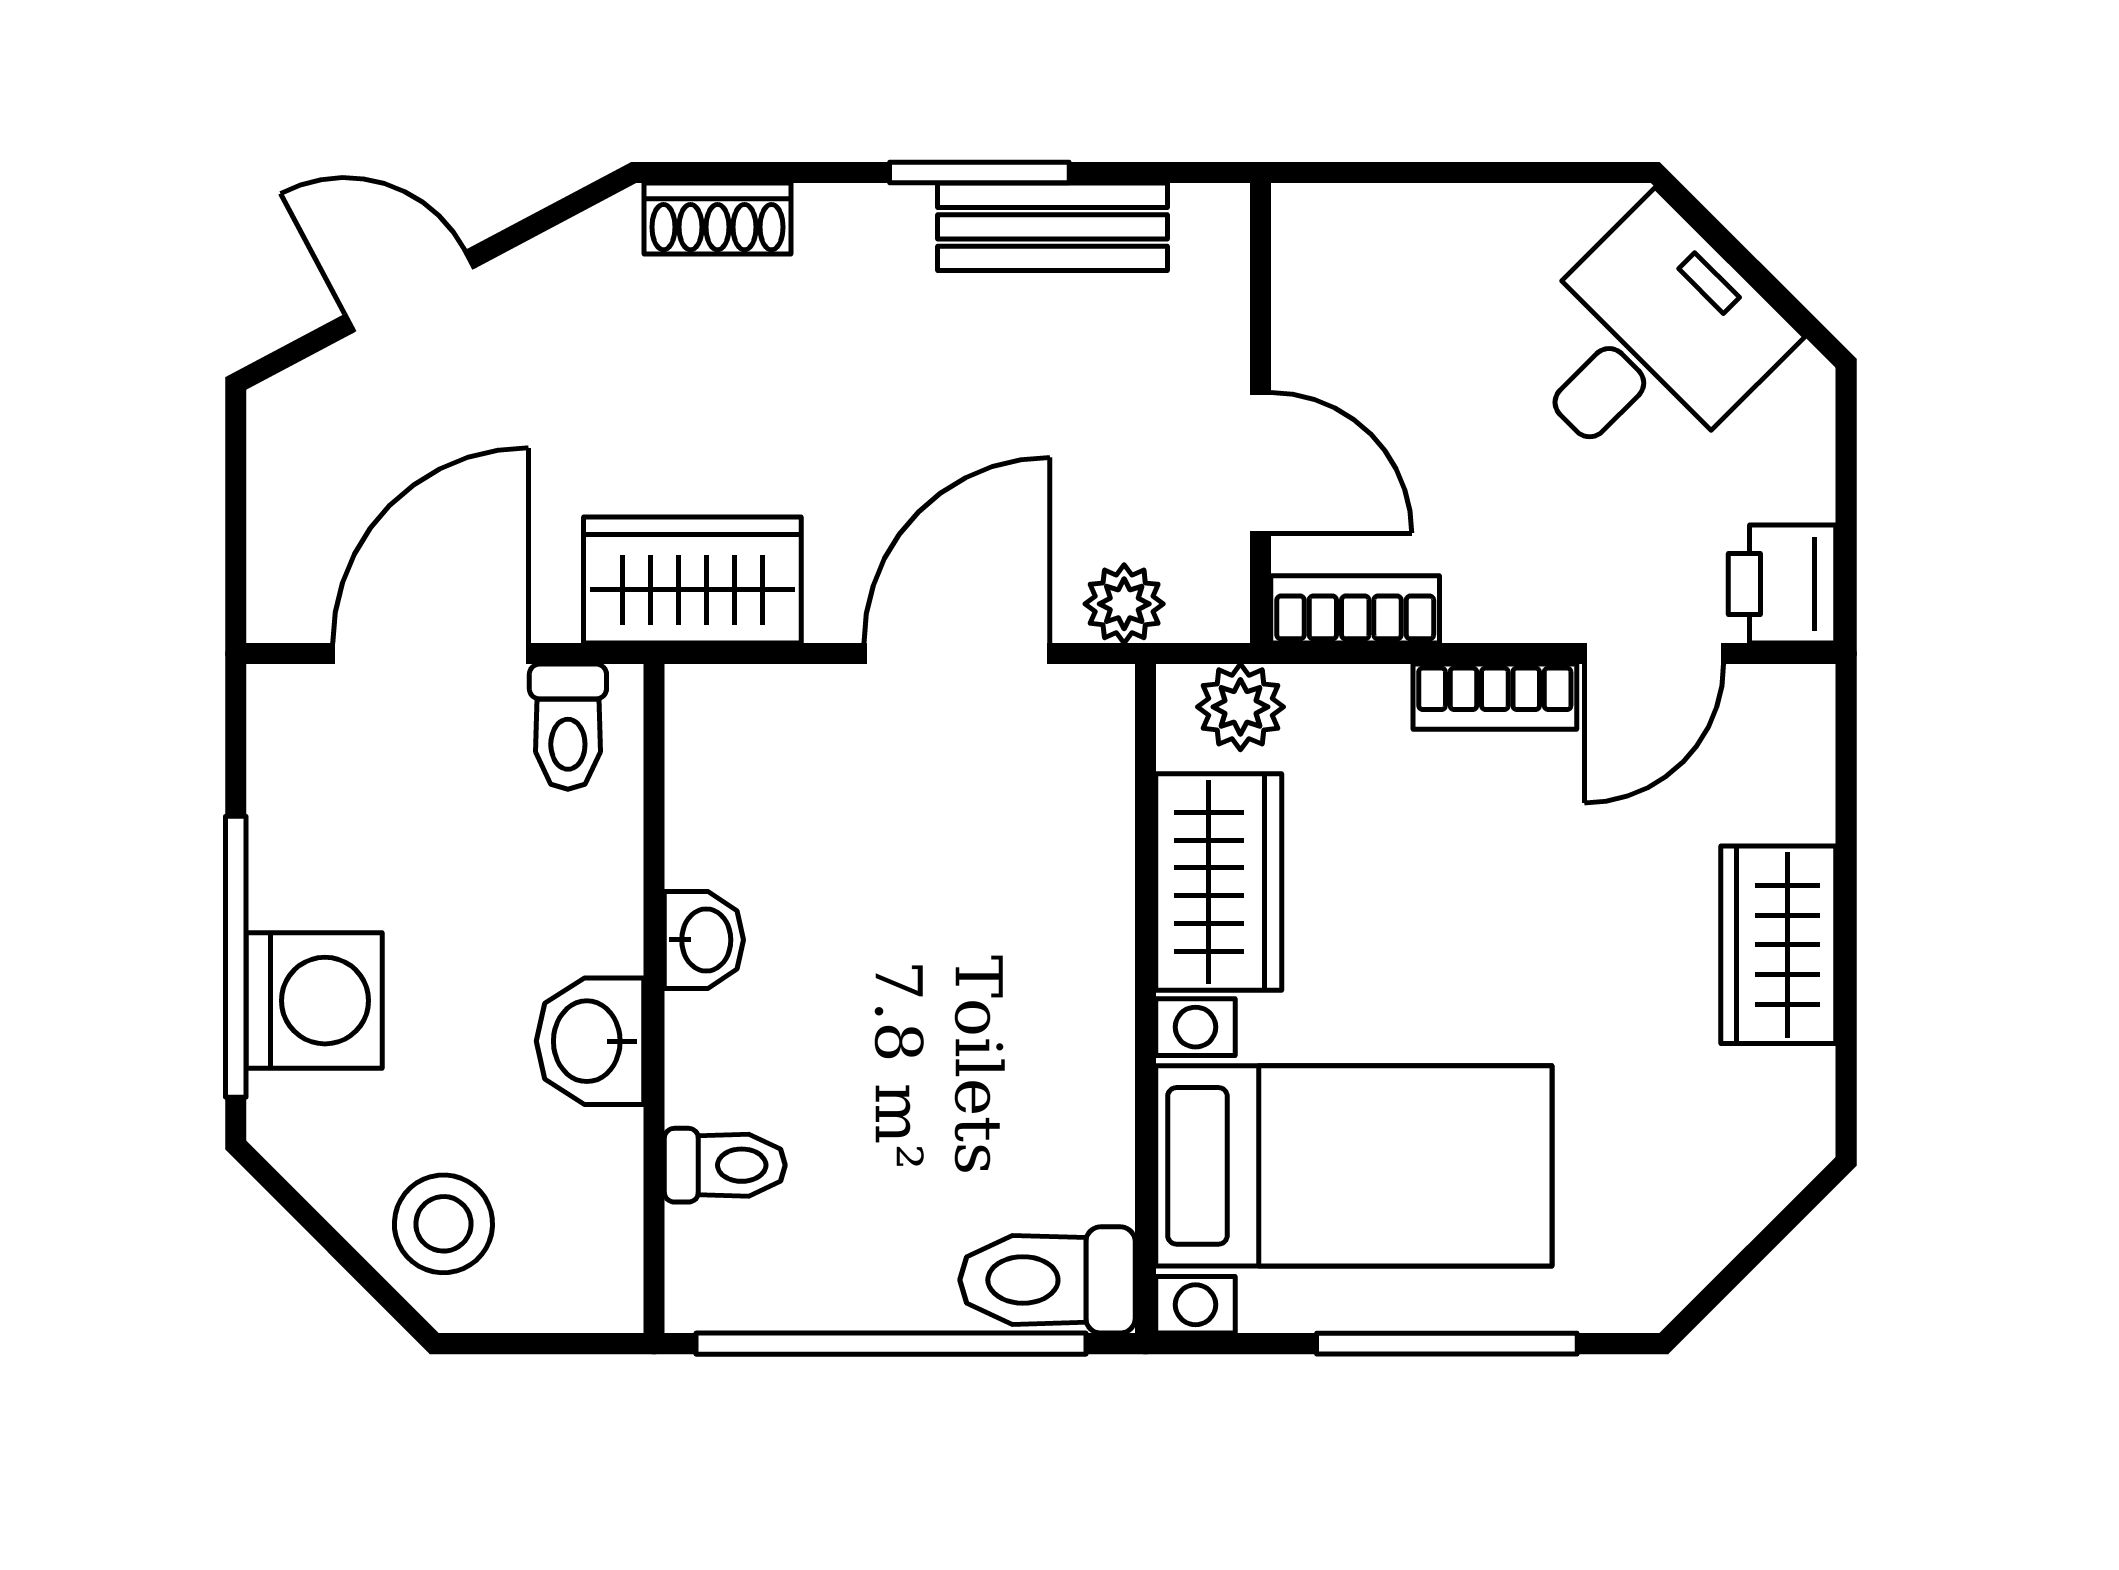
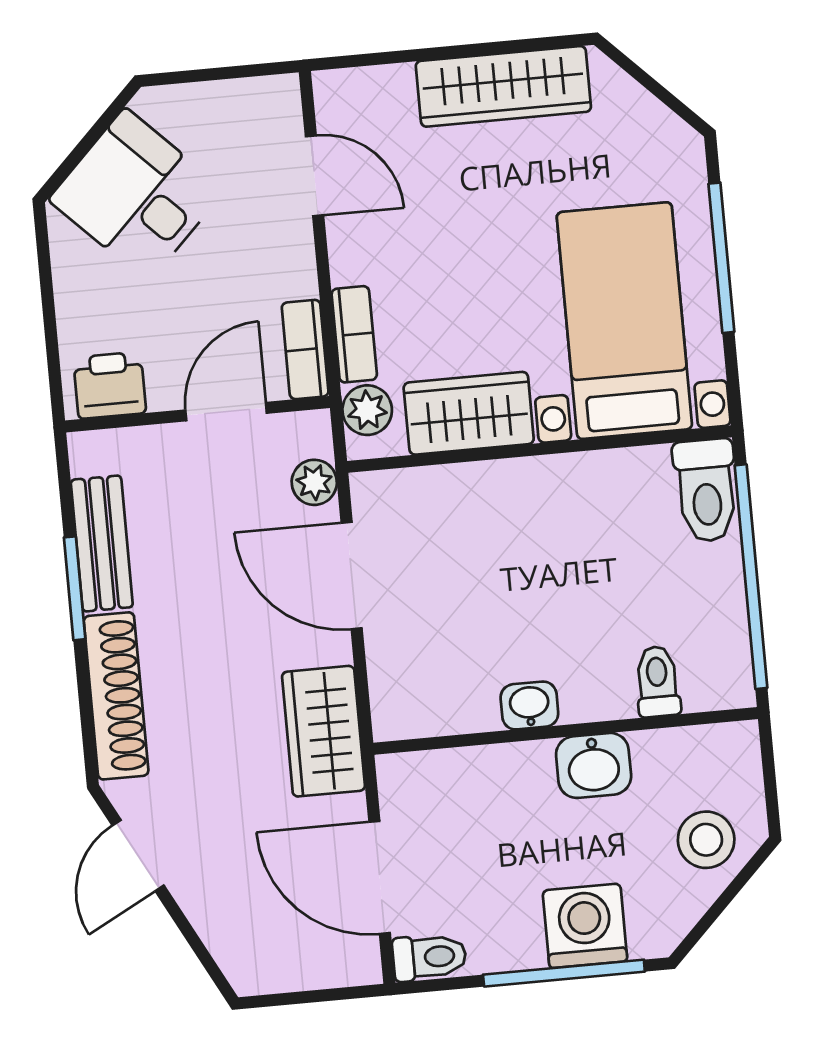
shoe rack: (718, 219) -> (116, 696), width x1.94, depth x1.24
door: (410, 291) -> (138, 855), moved
printer: (1782, 584) -> (110, 385), moved, turned 180
bookcase: (1495, 697) -> (354, 334), moved
toilet: (568, 727) -> (429, 957), moved
wardrobe: (1778, 945) -> (503, 86), width x1.50

